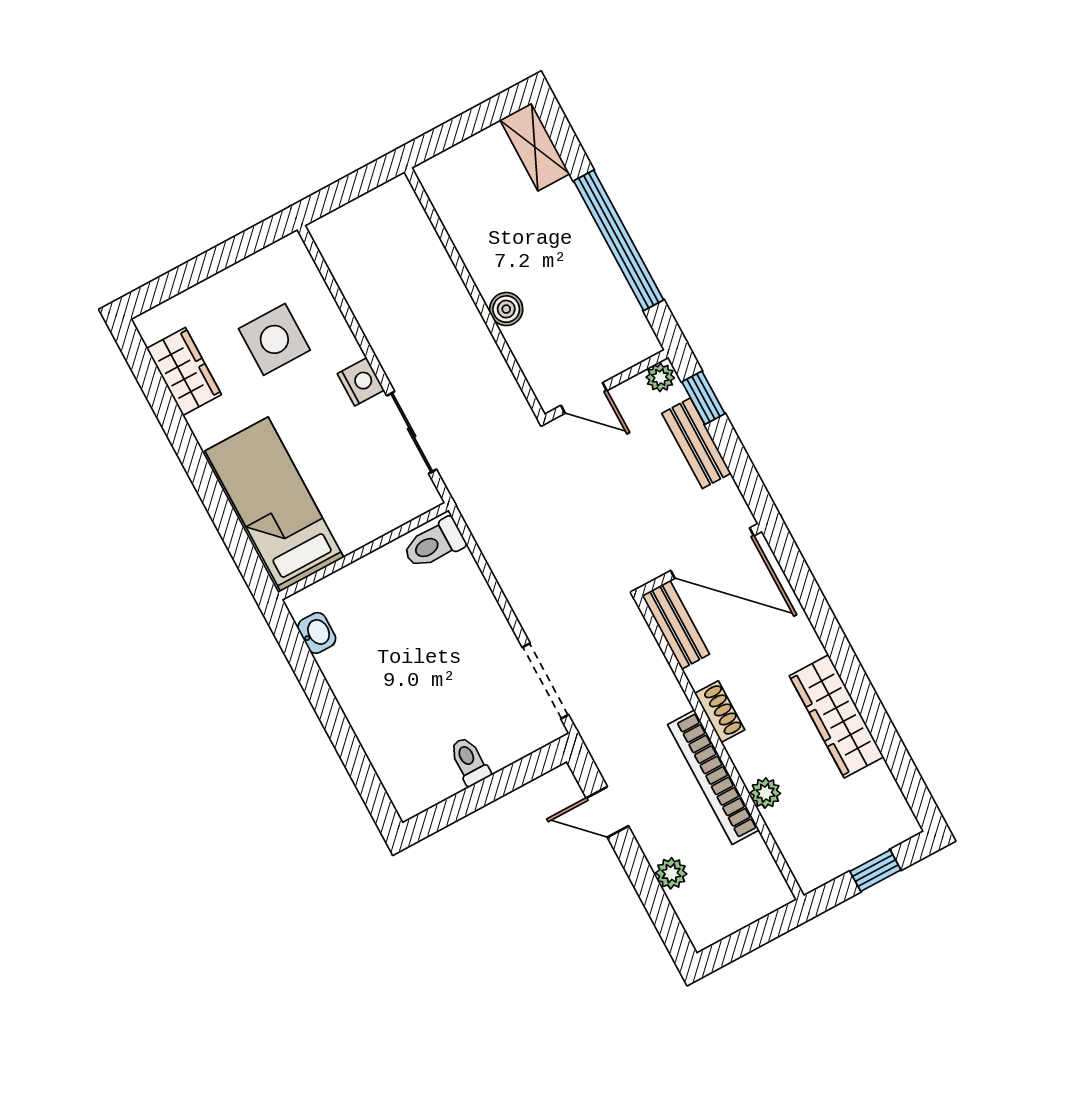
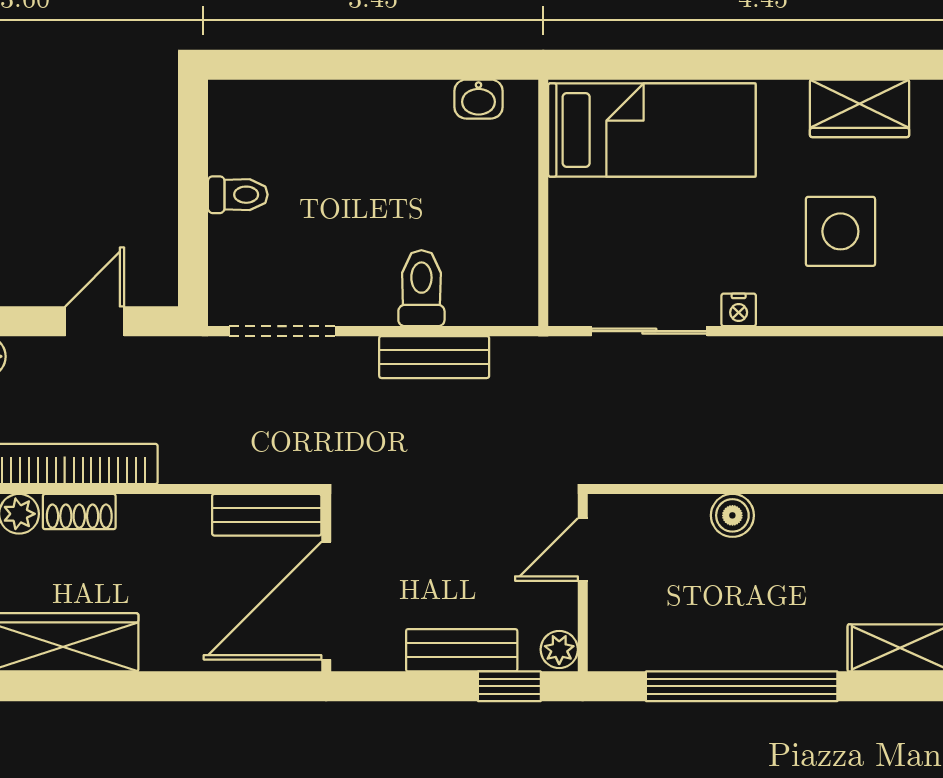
nightstand: (361, 382) -> (739, 310), width x0.72, depth x0.74
toilet: (434, 544) -> (421, 288), moved
bench: (508, 569) -> (434, 357), added
shoe rack: (720, 712) -> (79, 512), moved

